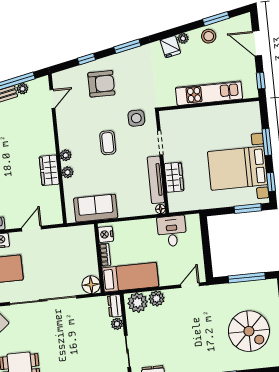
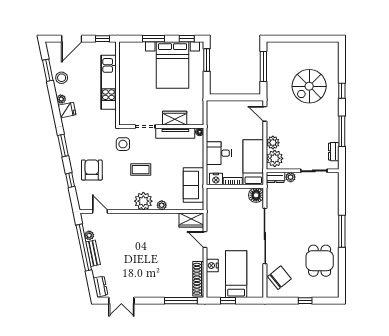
plant: (66, 155) -> (143, 201), width x1.88, depth x1.88
wardrobe: (49, 170) -> (191, 220), moved
desk: (172, 231) -> (219, 153), moved
spiral stairs: (249, 331) -> (309, 86), moved, turned 180

